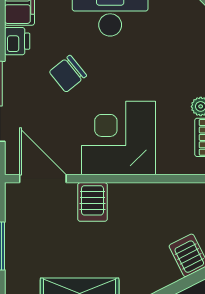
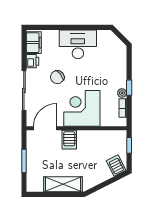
door: (43, 179) -> (45, 128), hinge flipped

